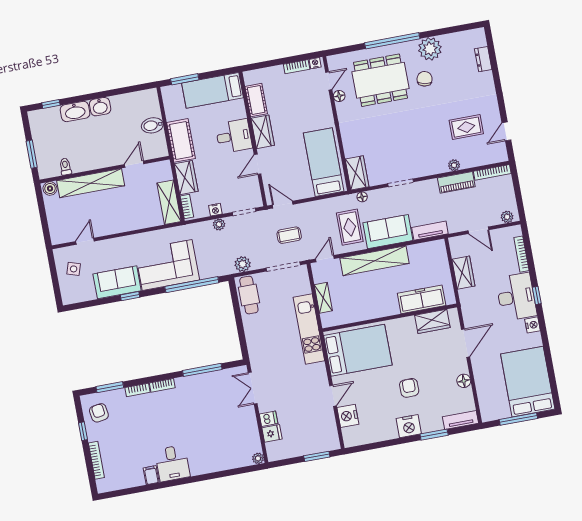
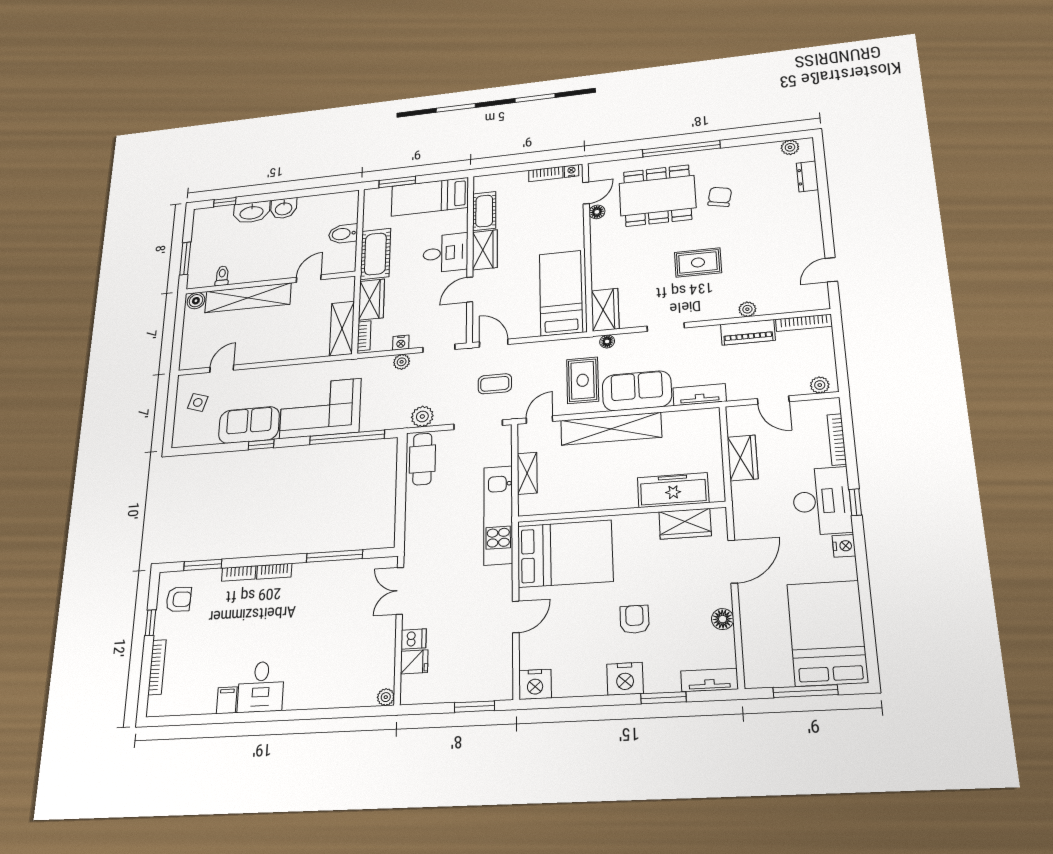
plant: (430, 49) -> (790, 147), moved, width x0.53, depth x0.53
rug: (466, 127) -> (698, 262), moved
armchair: (99, 413) -> (179, 599), turned 101
nightstand: (348, 416) -> (535, 684), moved, turned -90

